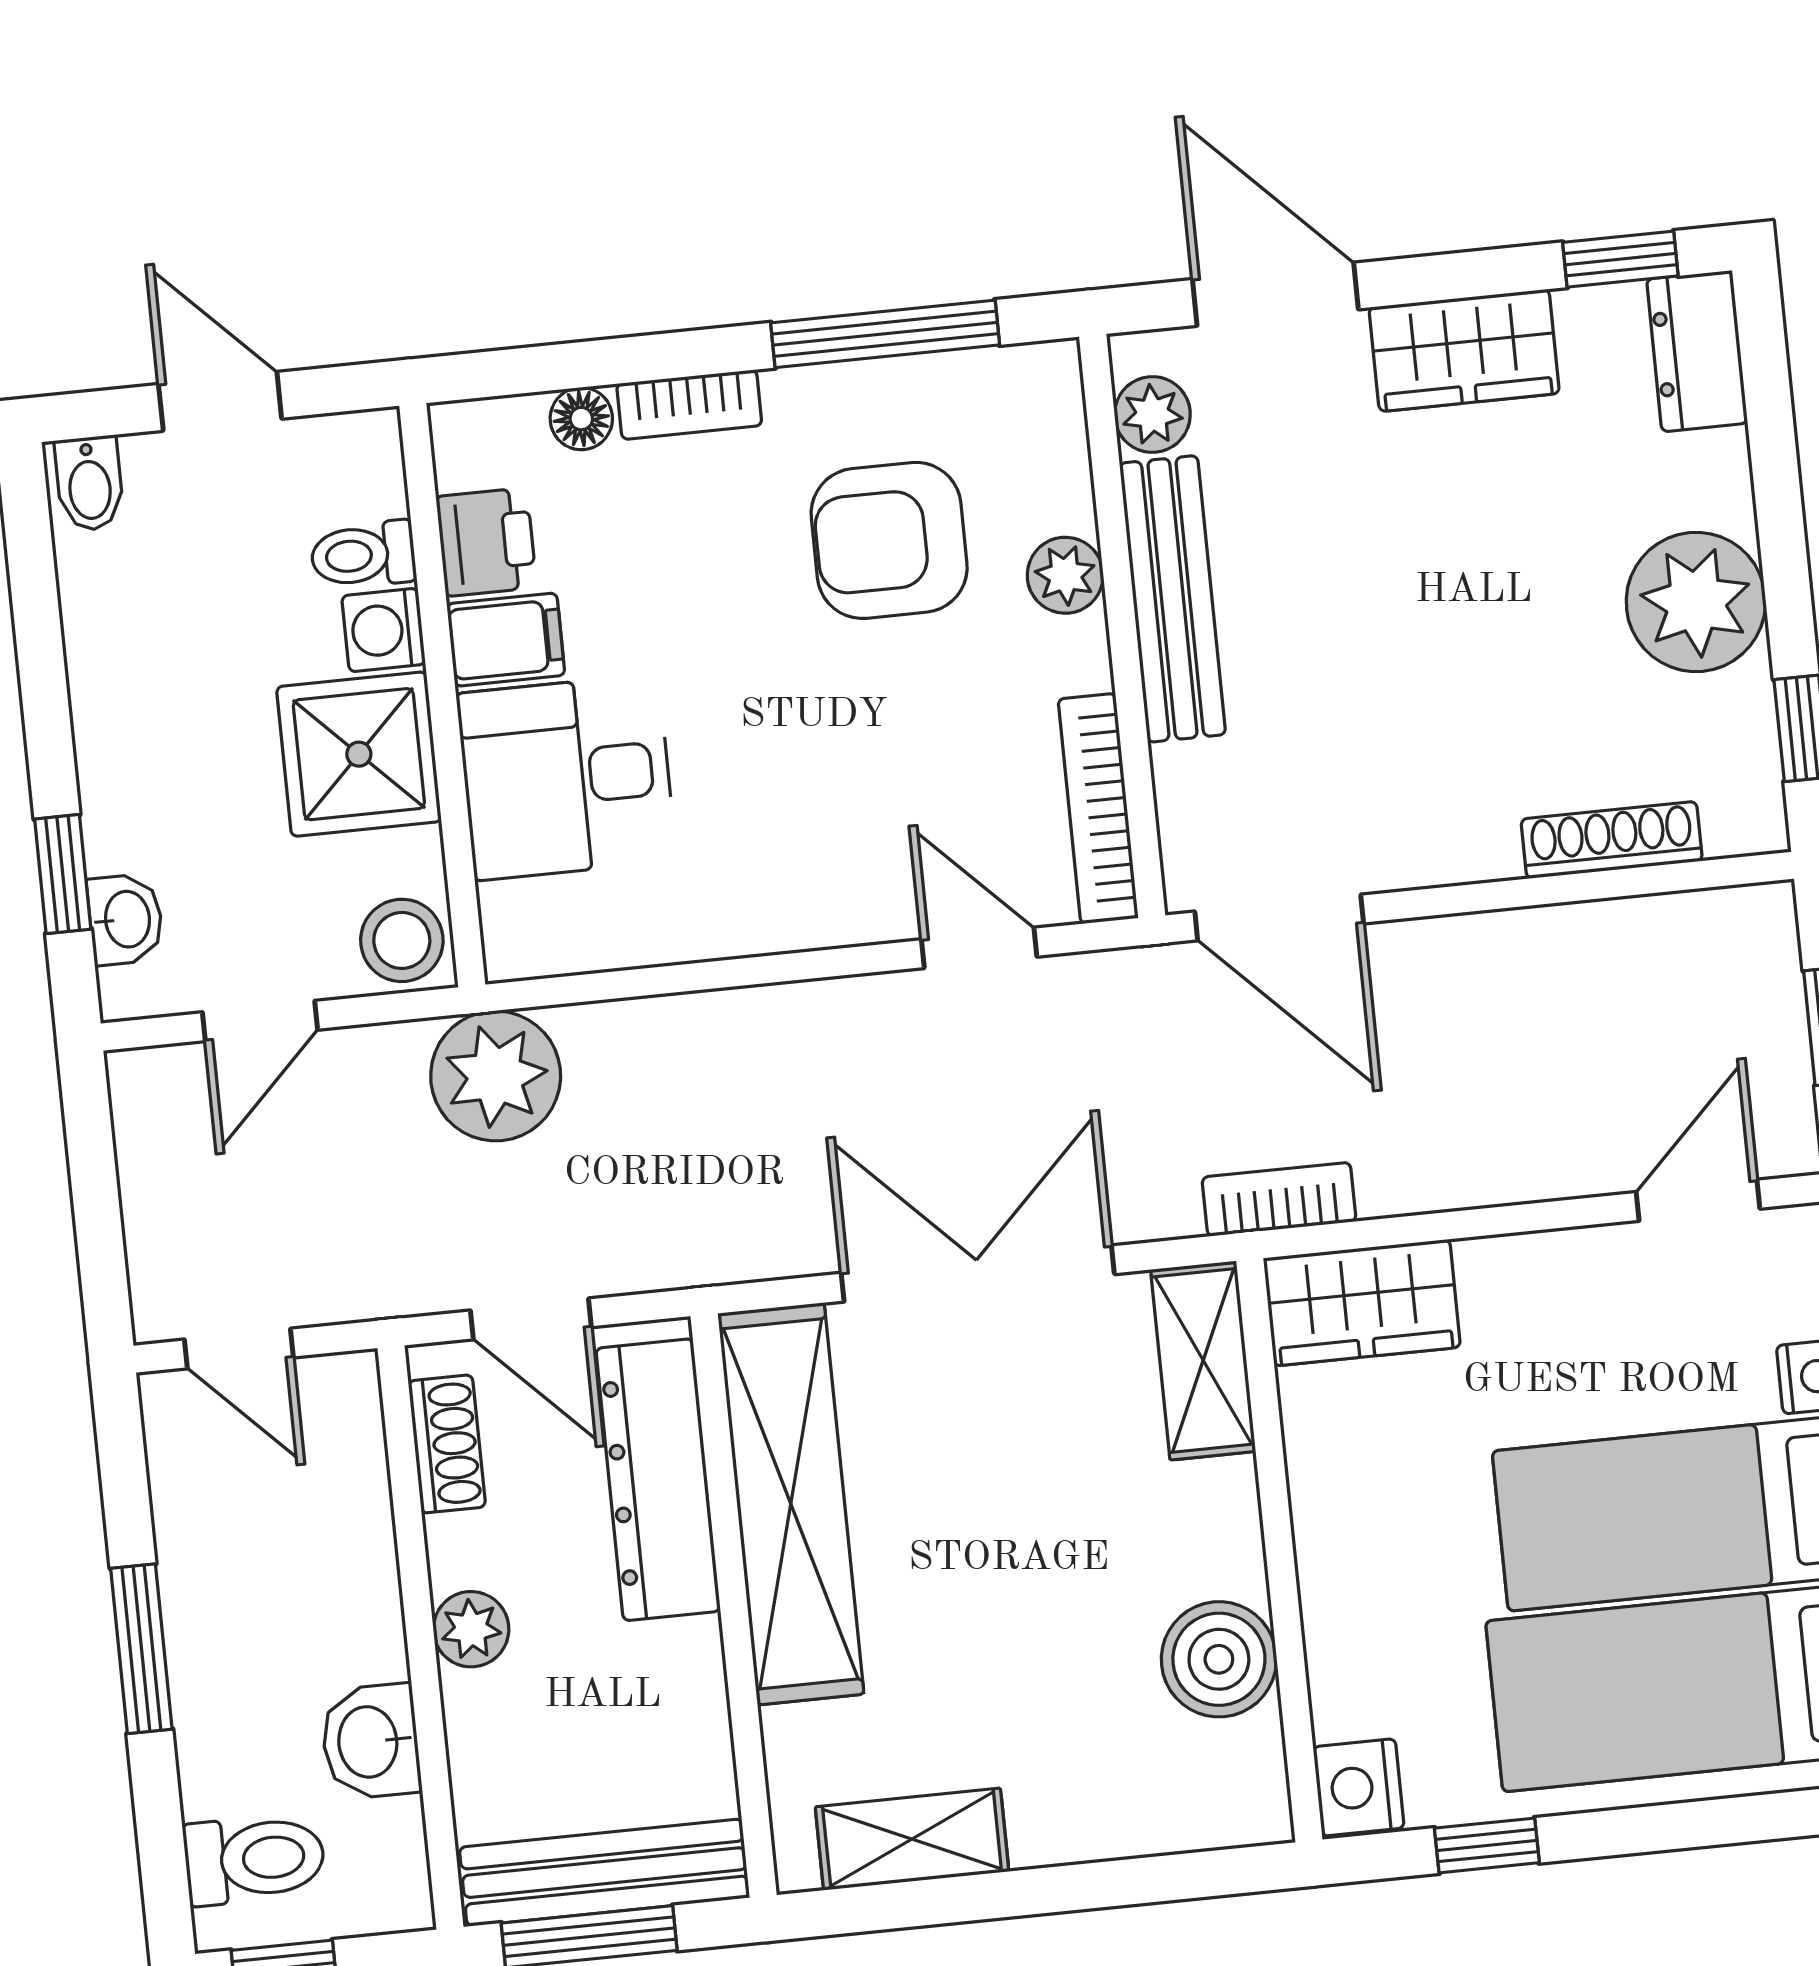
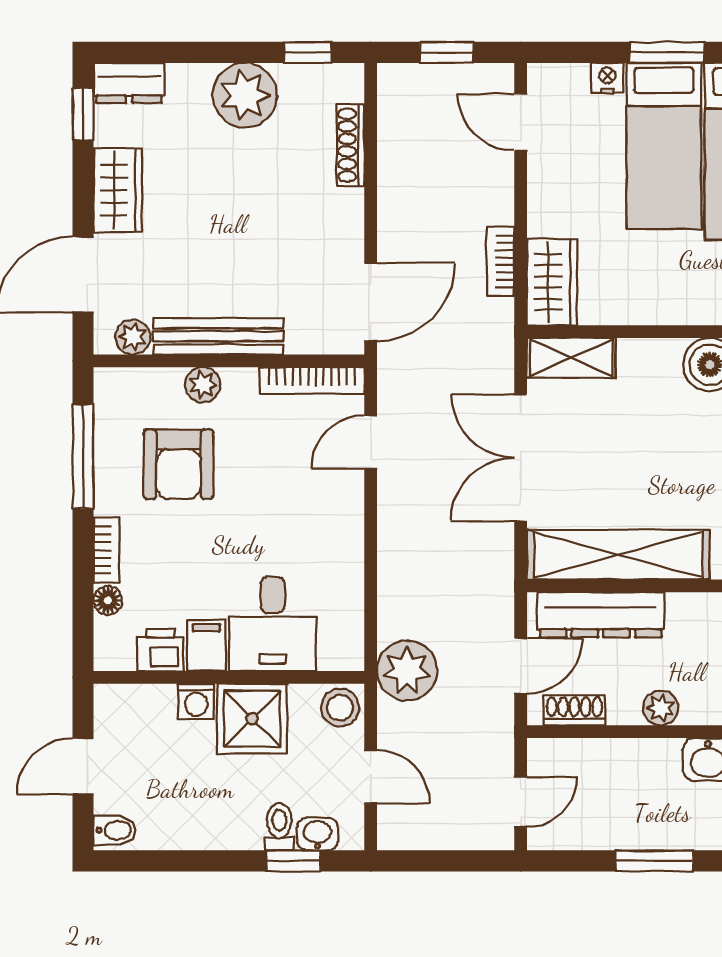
toilet: (363, 555) -> (279, 827), moved, turned 180
bookcase: (1279, 1199) -> (501, 261), moved

